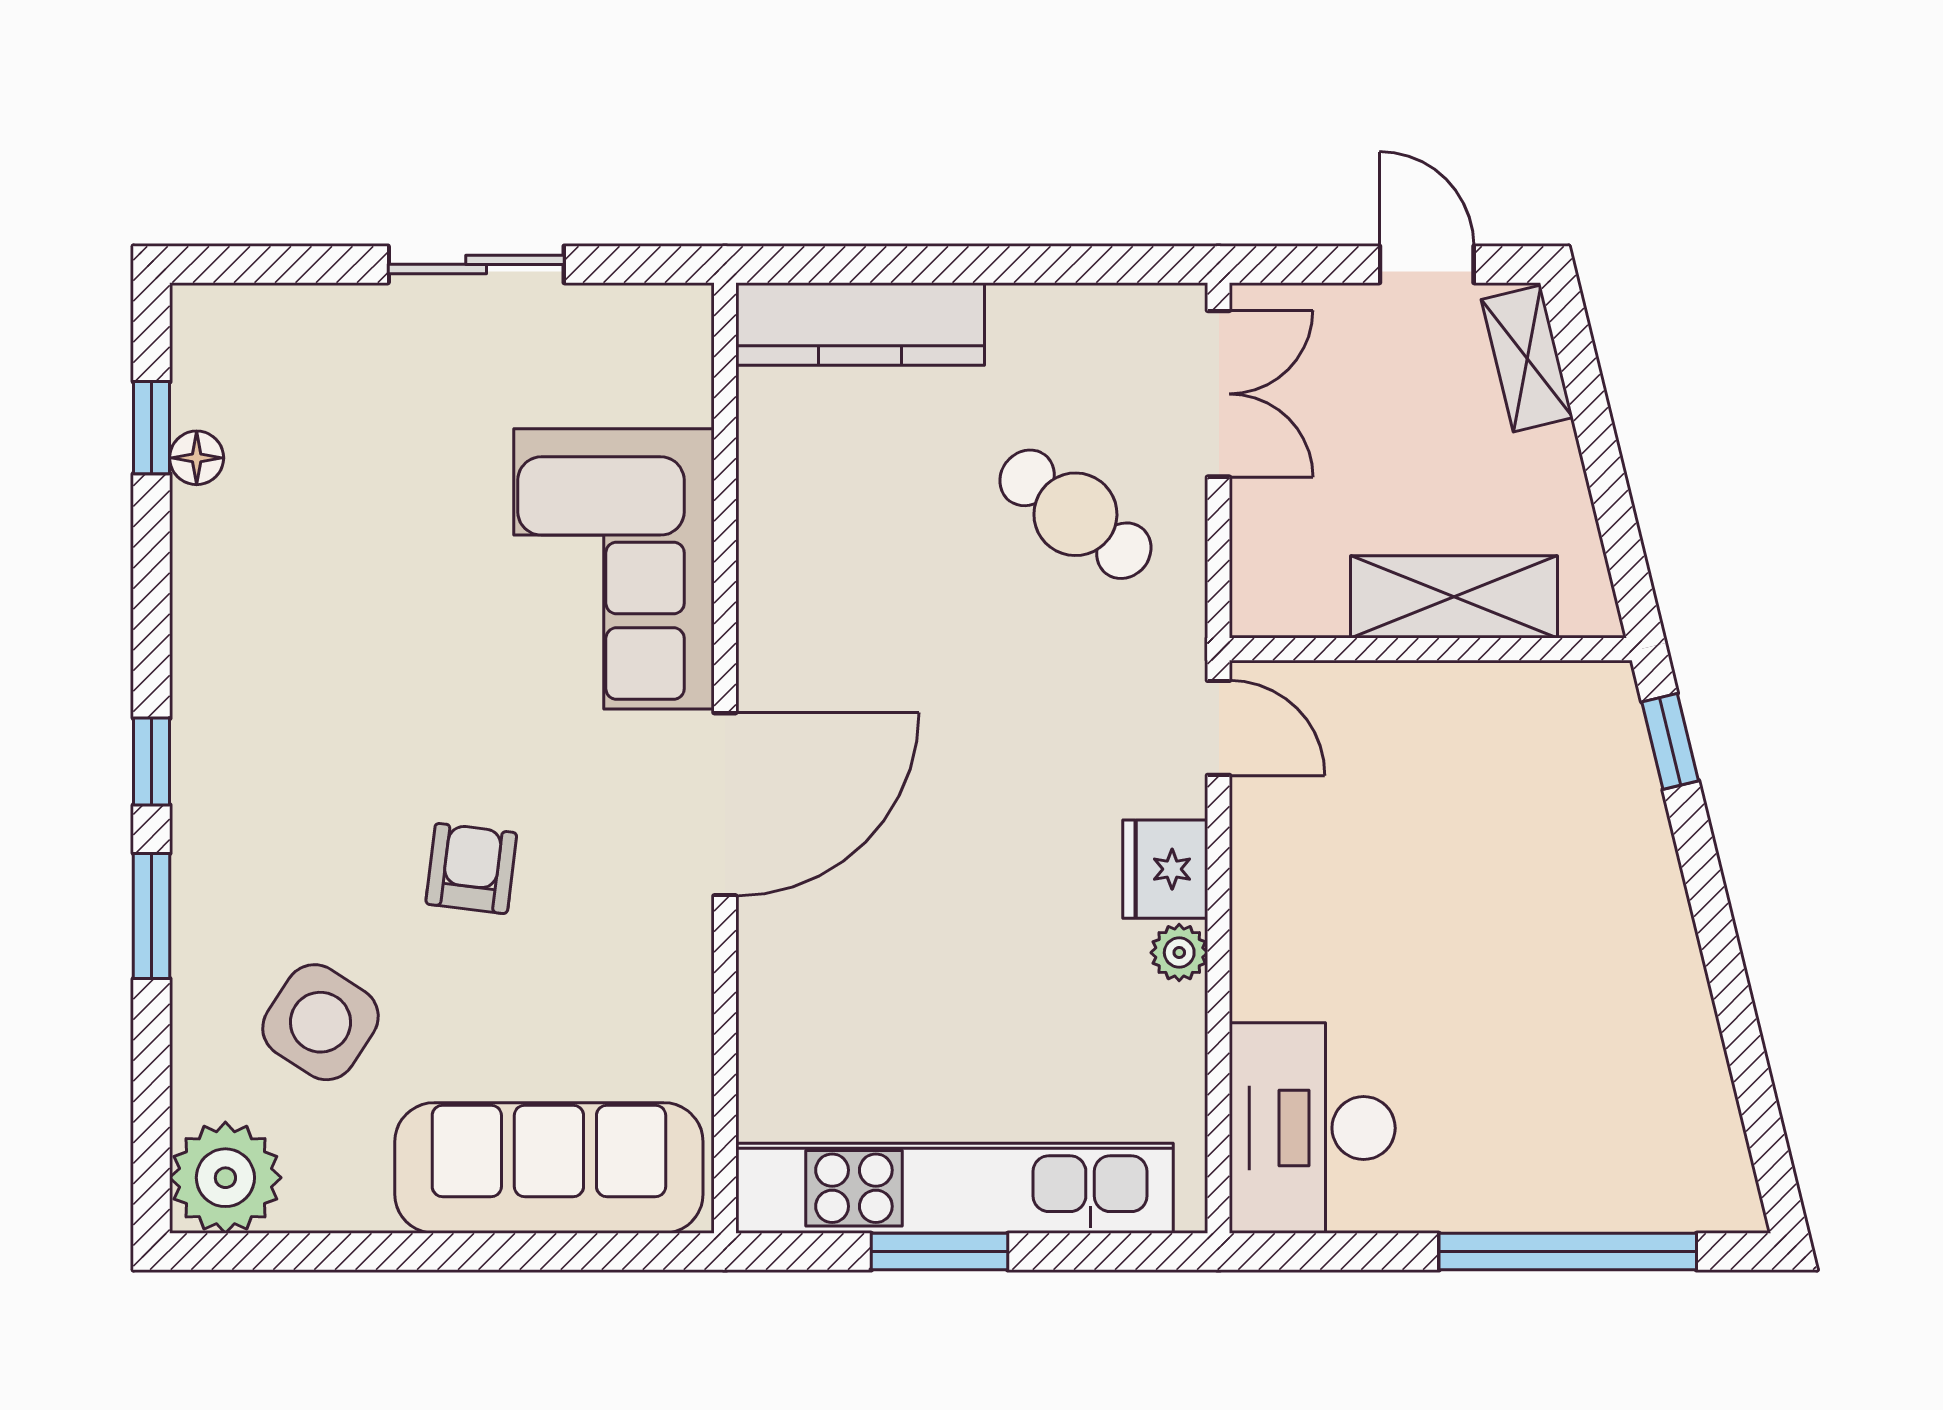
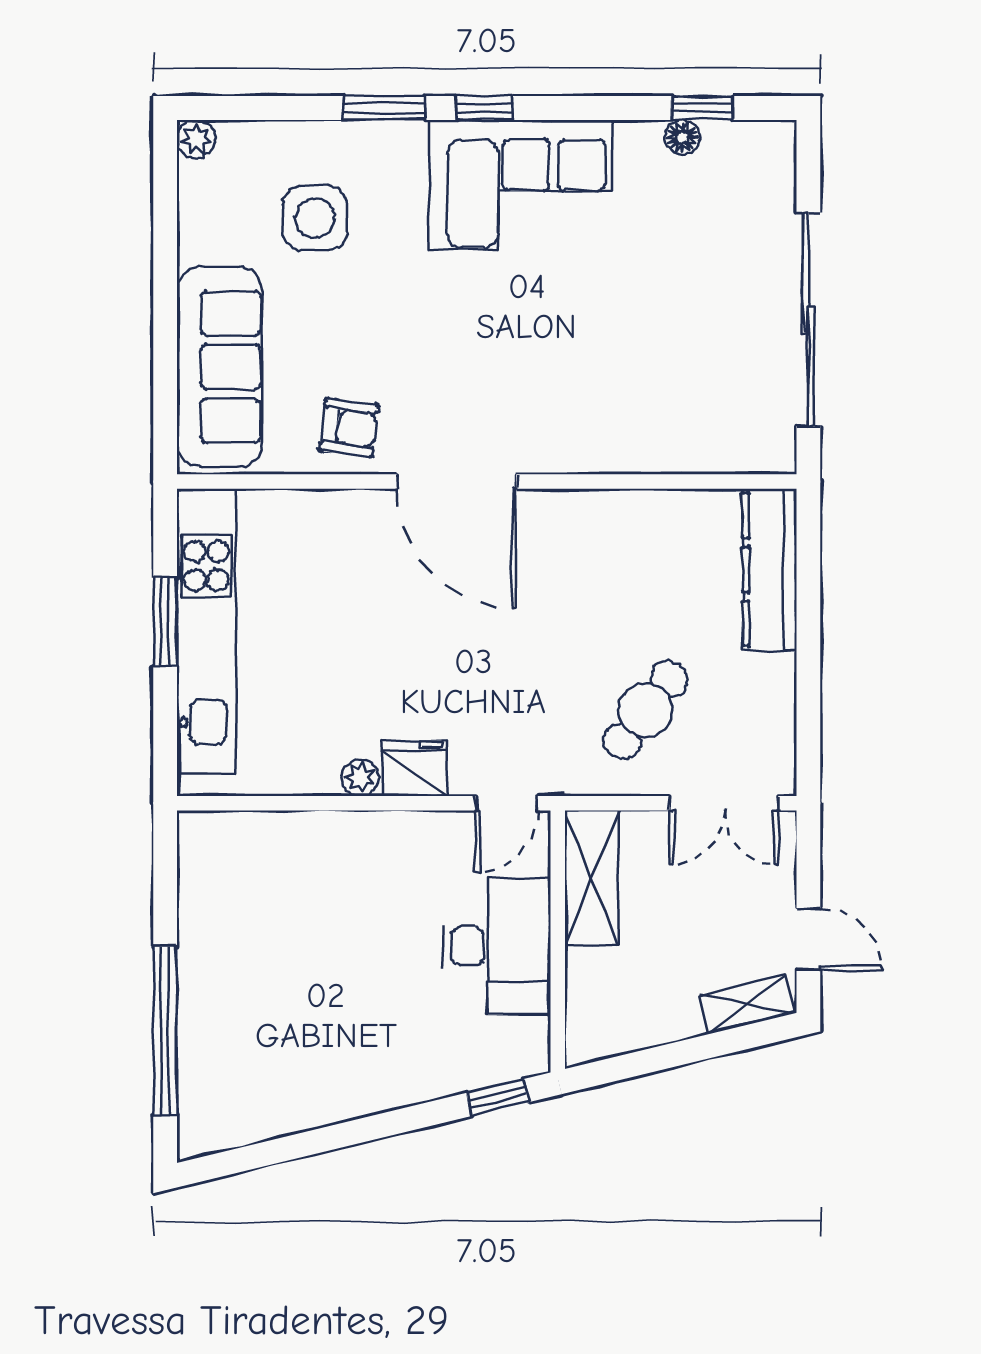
sliding door: (476, 264) -> (808, 319), width x1.86
door: (1427, 264) -> (808, 939), hinge flipped
corner sofa: (614, 569) -> (520, 185), moved, turned 180
shelving: (1454, 597) -> (592, 878), moved
armchair: (471, 868) -> (349, 428), moved
side table: (320, 1022) -> (315, 218), turned -33
desk: (1312, 1128) -> (497, 946), moved, turned 90
plant: (225, 1178) -> (196, 139), width x0.53, depth x0.53

